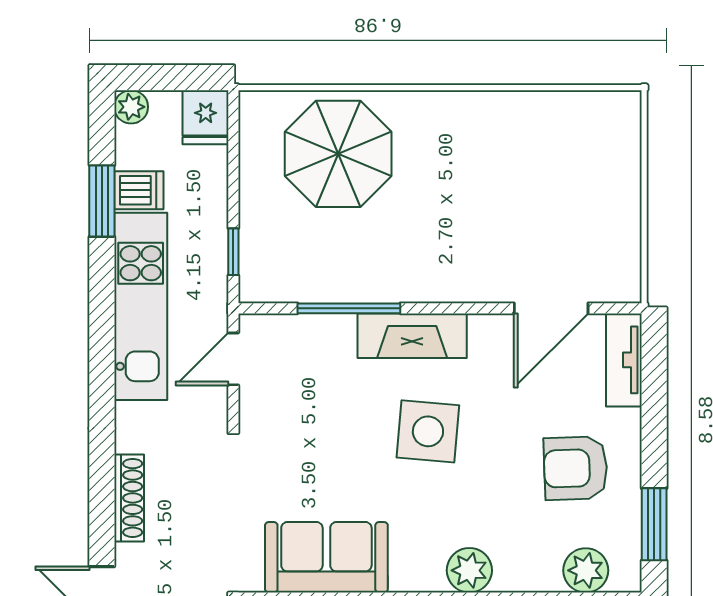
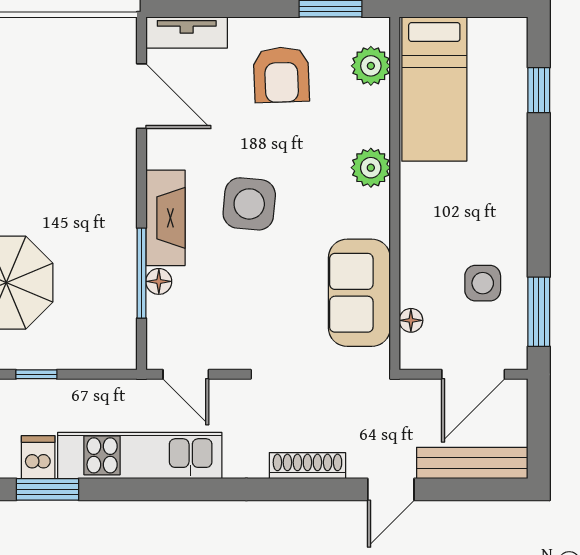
window: (233, 252) -> (36, 374), moved
floor lamp: (339, 328) -> (159, 281), added

